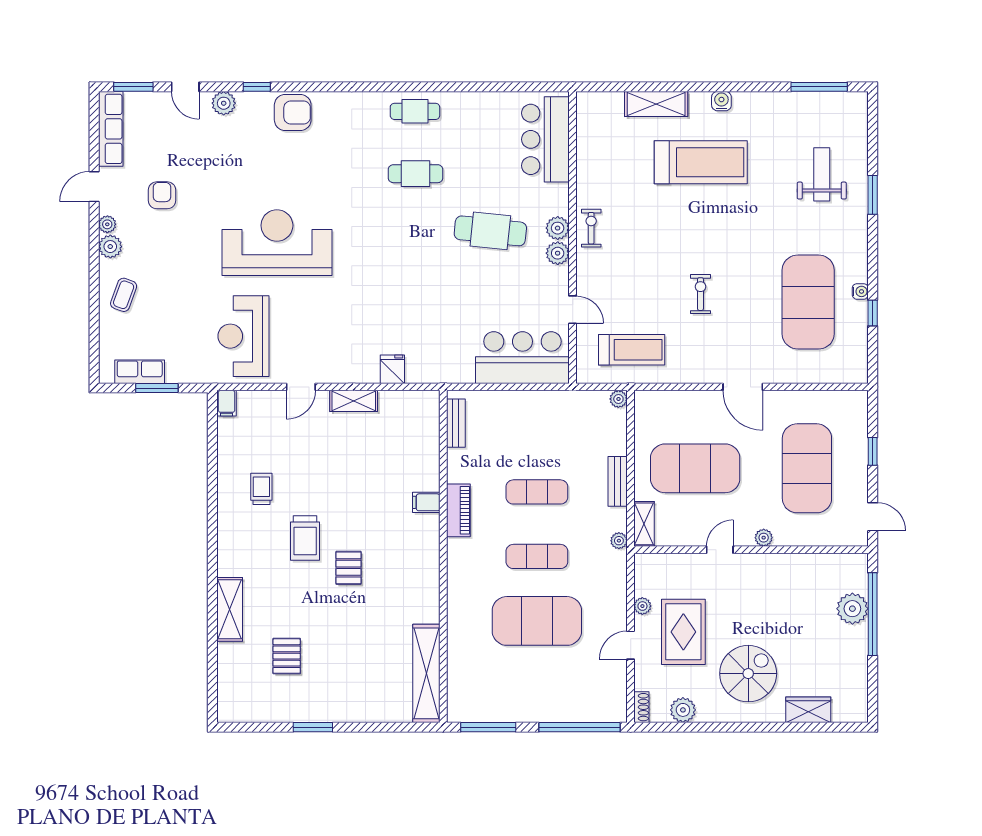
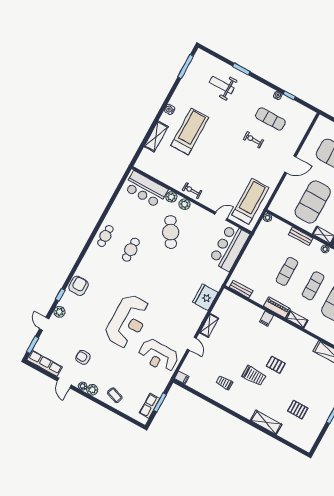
door: (185, 87) -> (44, 324), swing flipped
cafe table: (490, 231) -> (171, 232), turned -36
reception desk: (277, 243) -> (128, 321), turned 180
plant: (558, 253) -> (171, 197), moved
exercise bike: (700, 294) -> (253, 140), moved
exercise mat: (808, 302) -> (270, 119), width x0.50, depth x0.69
treadmill: (632, 350) -> (250, 201), width x1.37, depth x1.38
fridge: (392, 369) -> (205, 297), width x1.88, depth x1.34
shelving: (456, 561) -> (297, 319), added

